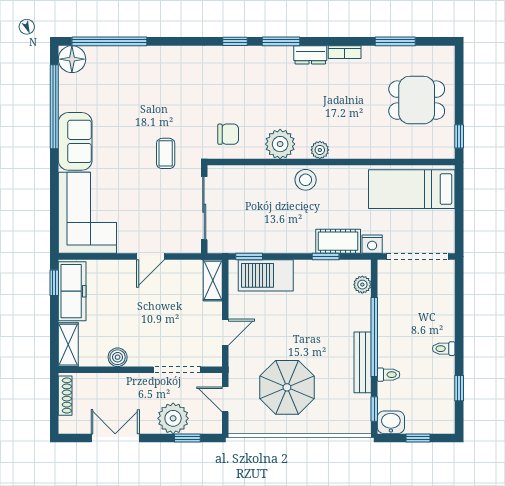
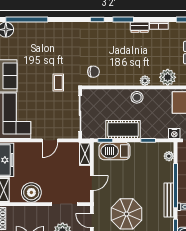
plant: (280, 144) -> (168, 77), moved
cot: (338, 241) -> (123, 130), moved, width x1.37, depth x1.34
boiler: (118, 357) -> (31, 192), width x1.86, depth x1.86

